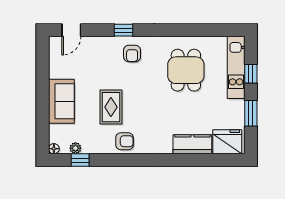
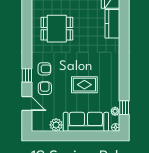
door: (71, 30) -> (27, 104), moved
plant: (57, 69) -> (56, 125), added
sofa: (61, 101) -> (86, 122), width x1.36
armchair: (125, 141) -> (45, 88), moved

